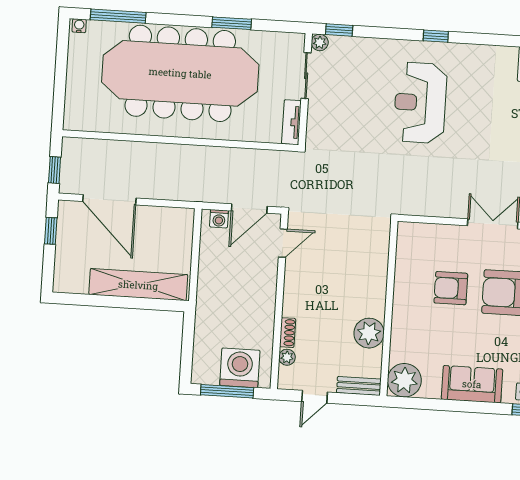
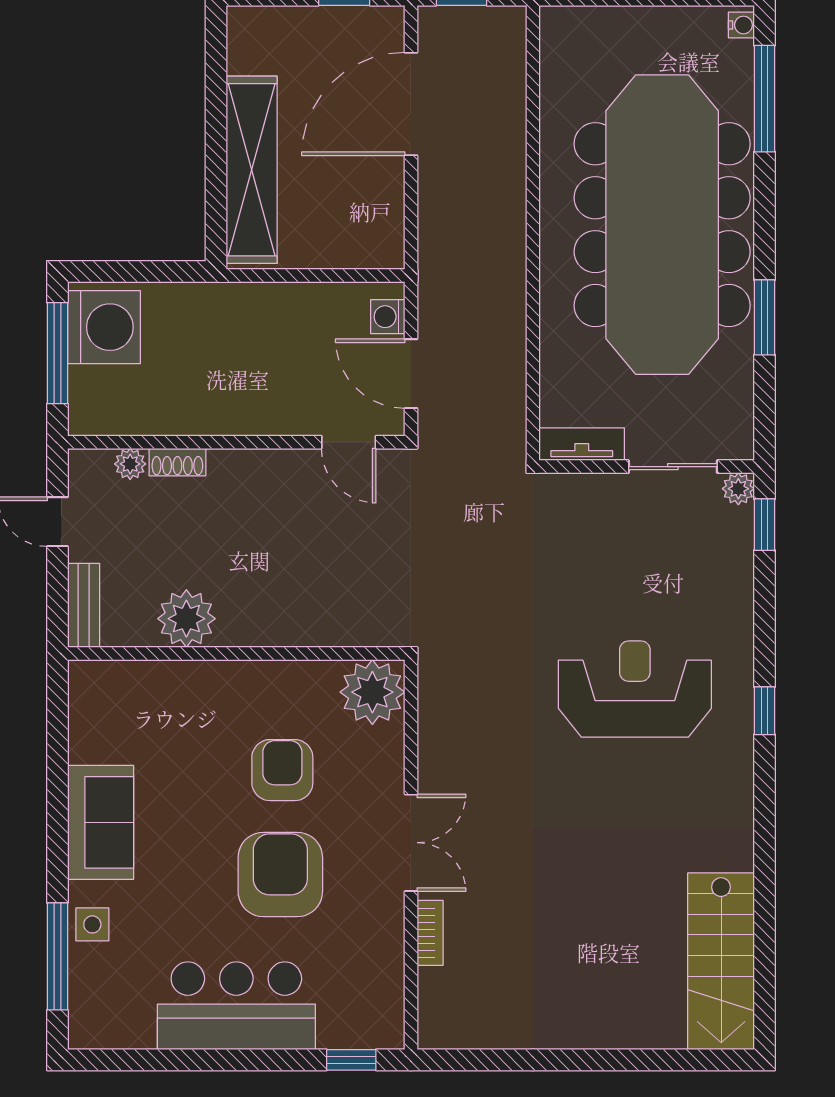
washing machine: (240, 368) -> (104, 327), moved
plant: (404, 380) -> (372, 692), moved

